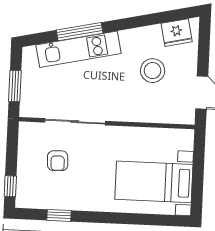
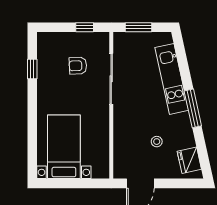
window: (80, 32) -> (193, 108), moved
stool: (153, 71) -> (157, 142), width x0.53, depth x0.53
window: (10, 186) -> (85, 27), moved

